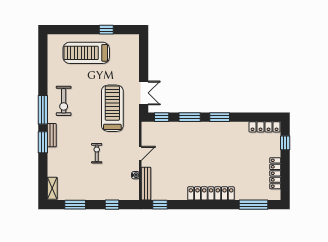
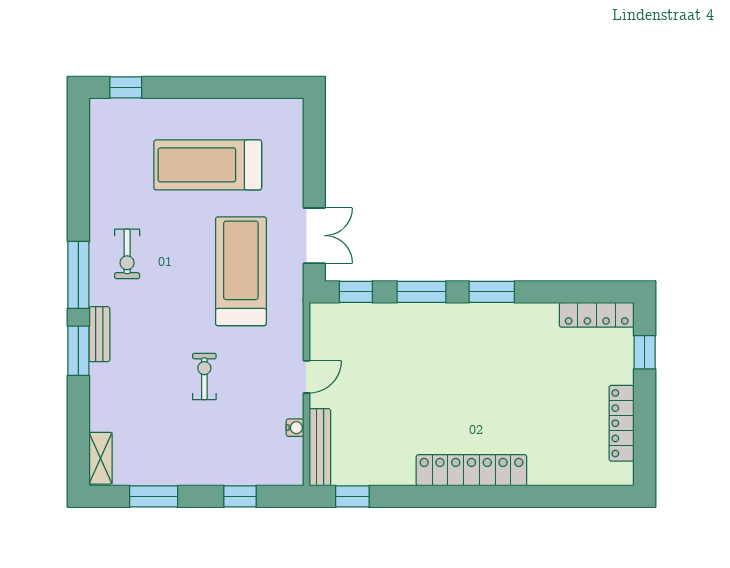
window: (106, 30) -> (126, 87), moved
treadmill: (86, 53) -> (208, 165), moved
exercise bike: (64, 101) -> (127, 254), width x0.73, depth x0.72
window: (254, 205) -> (571, 496), removed

